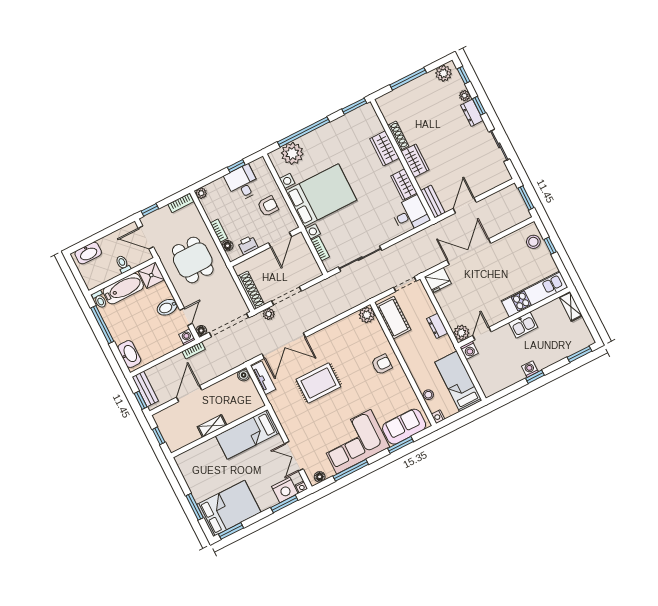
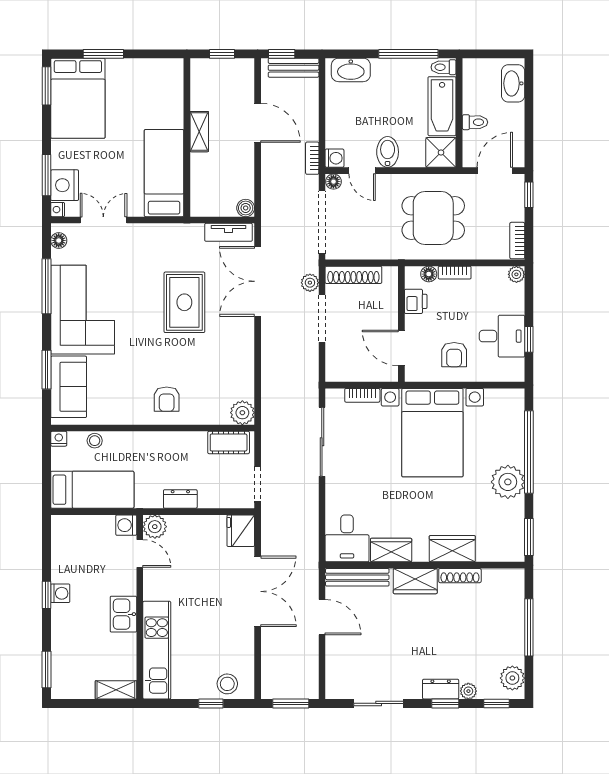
plant: (292, 153) -> (508, 482), moved
bench: (433, 201) -> (357, 577), width x1.36
cot: (393, 318) -> (229, 442), width x0.73, depth x0.75

